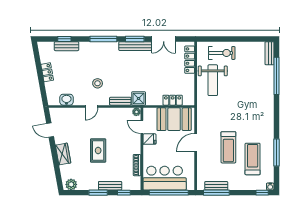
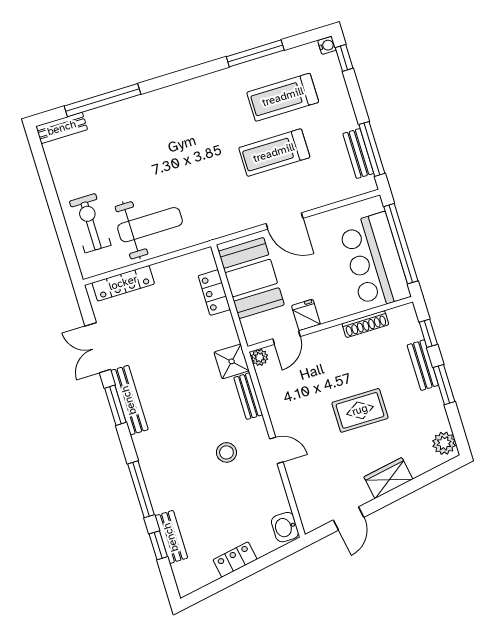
window: (103, 39) -> (141, 489), moved
double door: (164, 39) -> (98, 348), swing flipped
washbasin: (66, 100) -> (285, 527), moved
treadmill: (228, 147) -> (274, 153), turned 180

